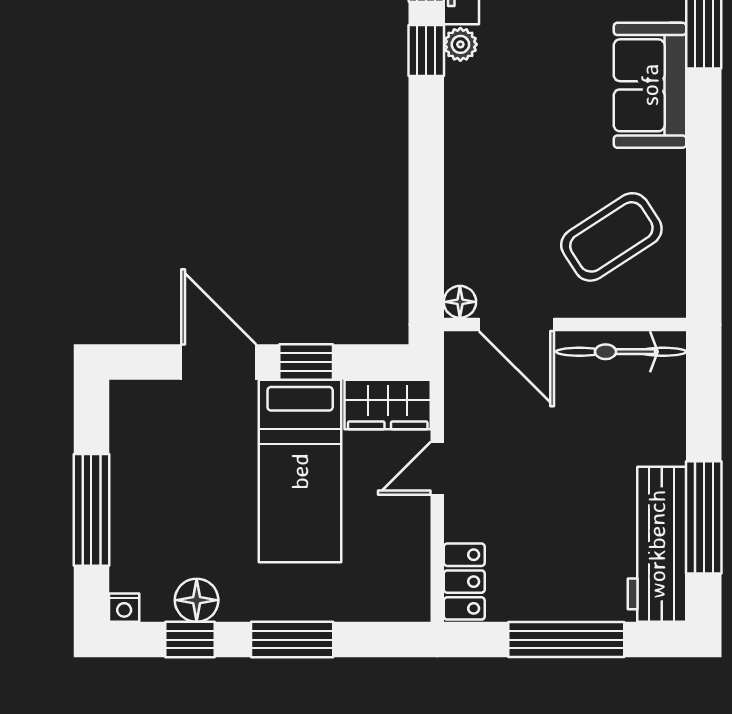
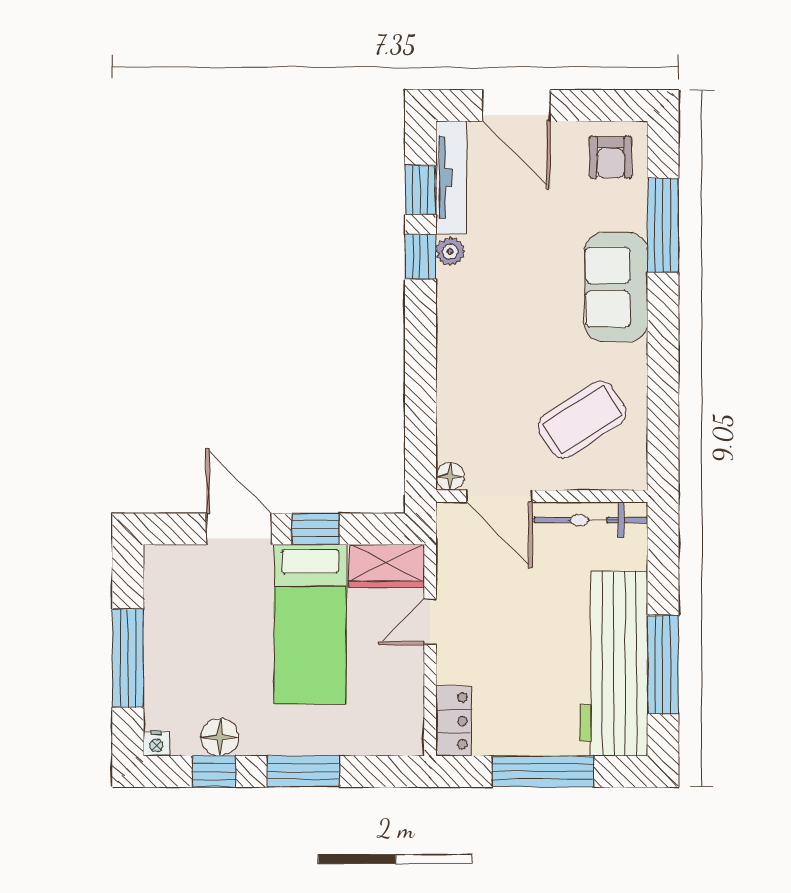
workbench: (657, 544) -> (614, 664), width x1.36, depth x1.32

